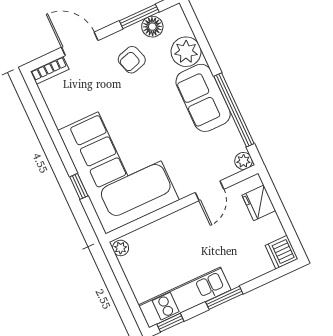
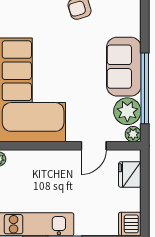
plant: (186, 52) -> (127, 111), moved

